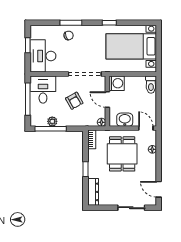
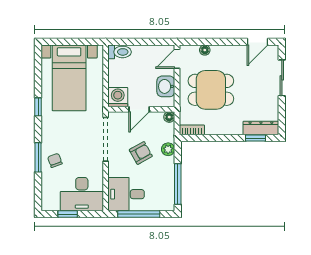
plant: (52, 121) -> (168, 149), moved
window: (86, 169) -> (256, 138), moved

